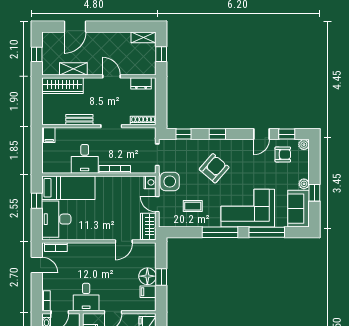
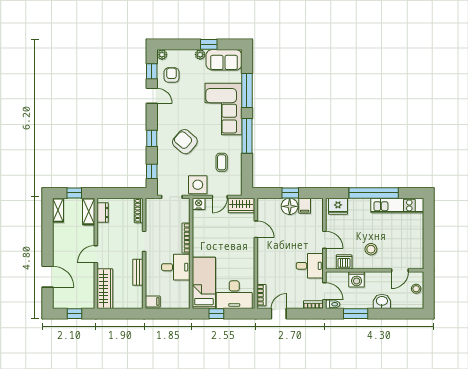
shelving: (73, 69) -> (89, 211), moved
door: (112, 76) -> (96, 254), moved

